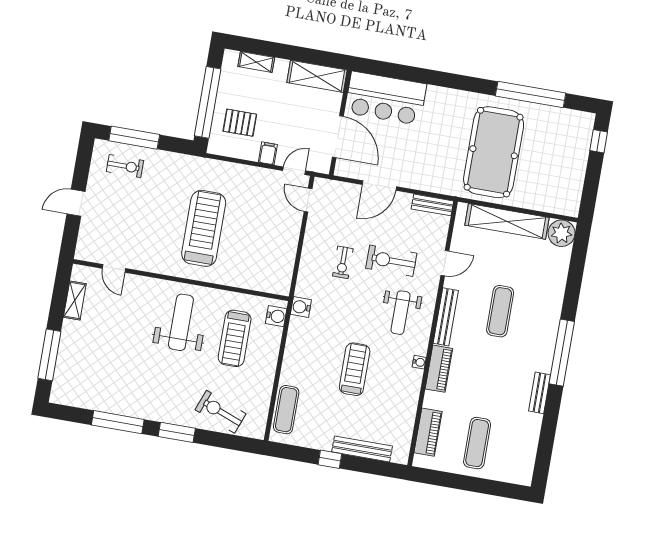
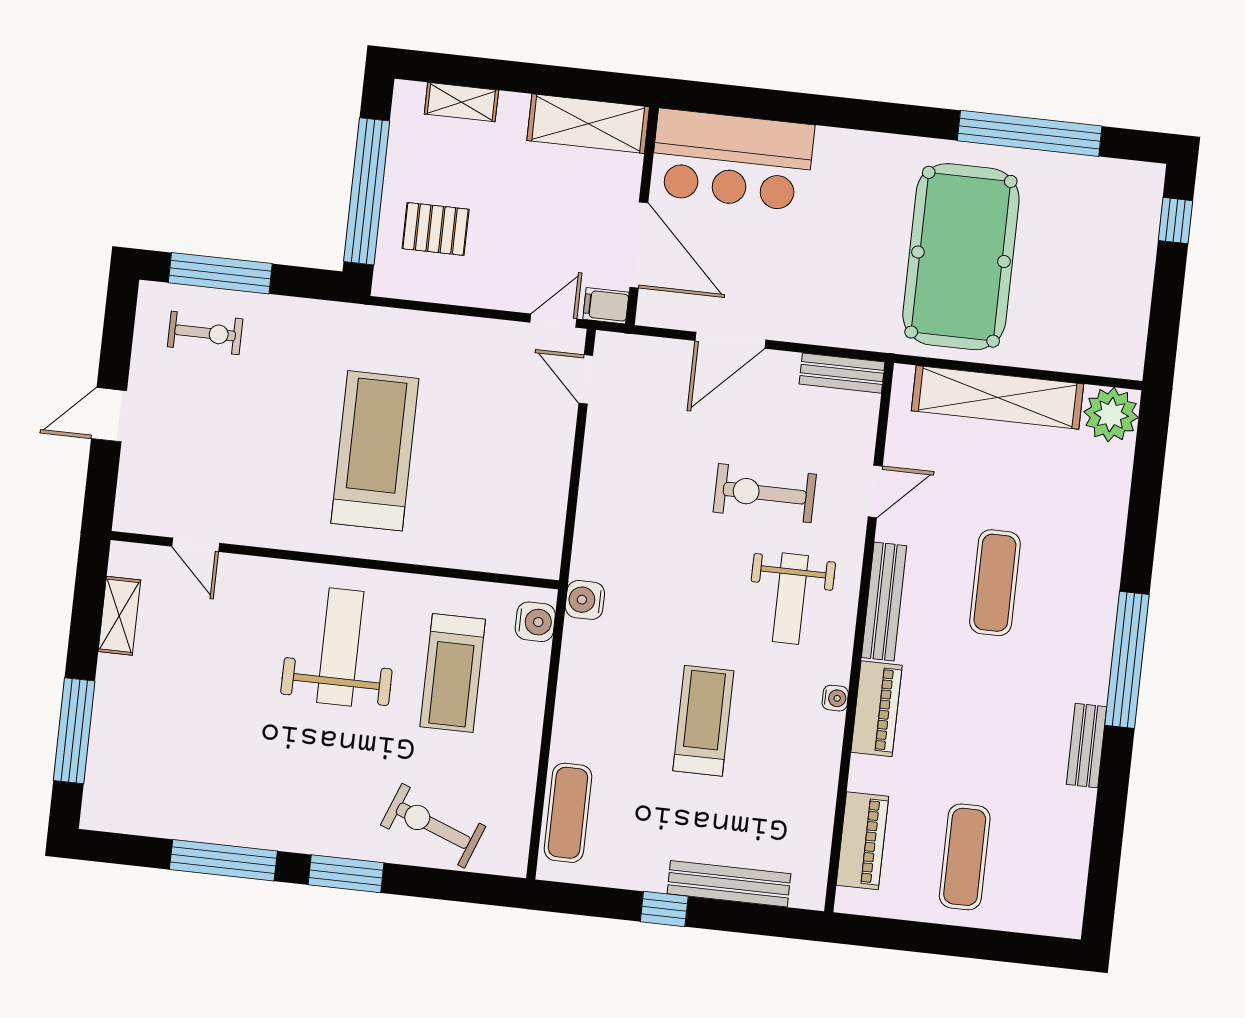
filing cabinet: (268, 153) -> (606, 306), moved, turned -90
exercise bike: (343, 262) -> (665, 503), removed

